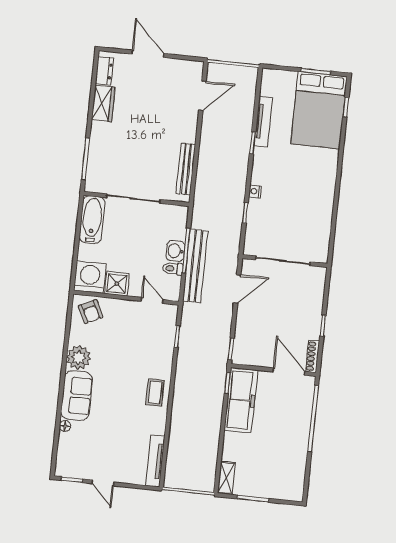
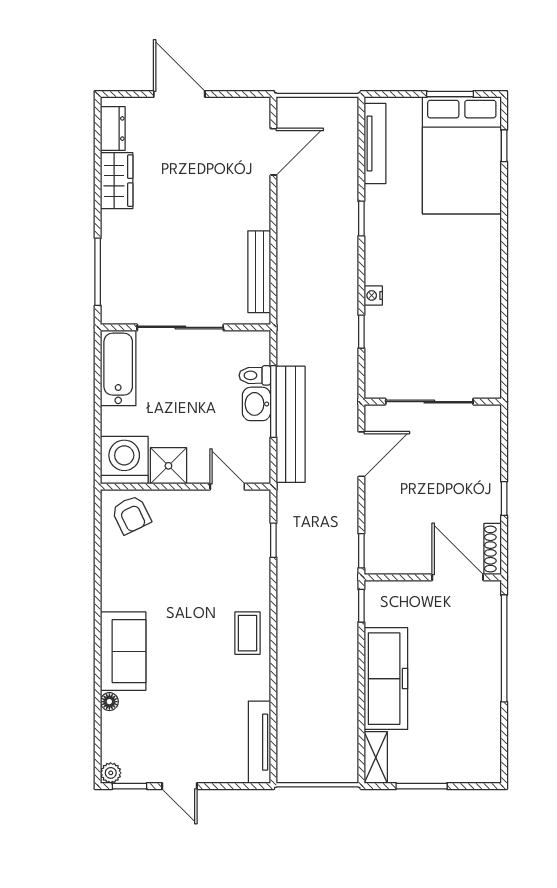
tv unit: (263, 122) -> (375, 143), moved
toilet: (173, 269) -> (255, 375), moved
plant: (79, 358) -> (111, 773), moved, width x0.53, depth x0.53
freezer: (241, 400) -> (386, 679), moved

